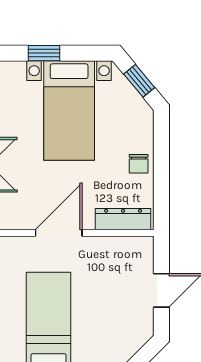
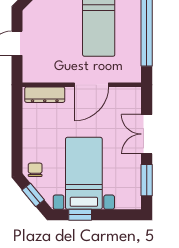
window: (44, 53) -> (80, 215), moved
chair: (139, 164) -> (35, 170), moved

